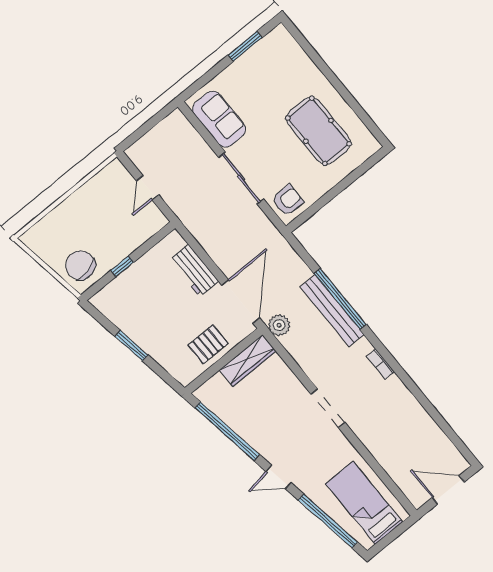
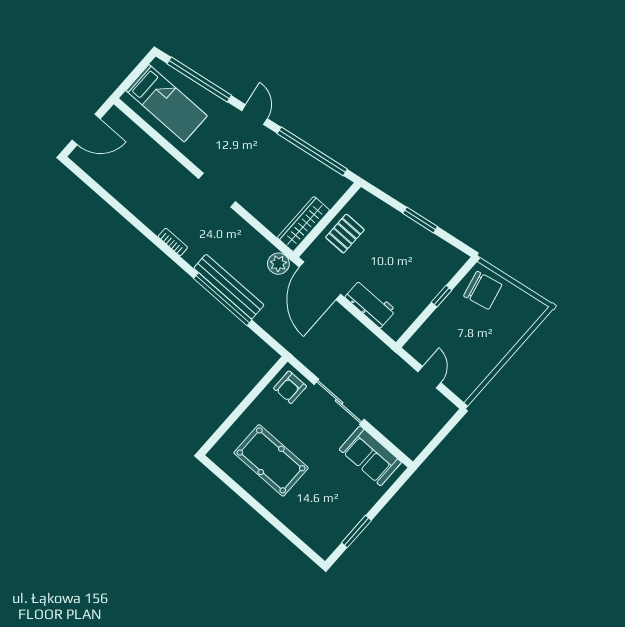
door: (279, 477) -> (255, 115), hinge flipped

